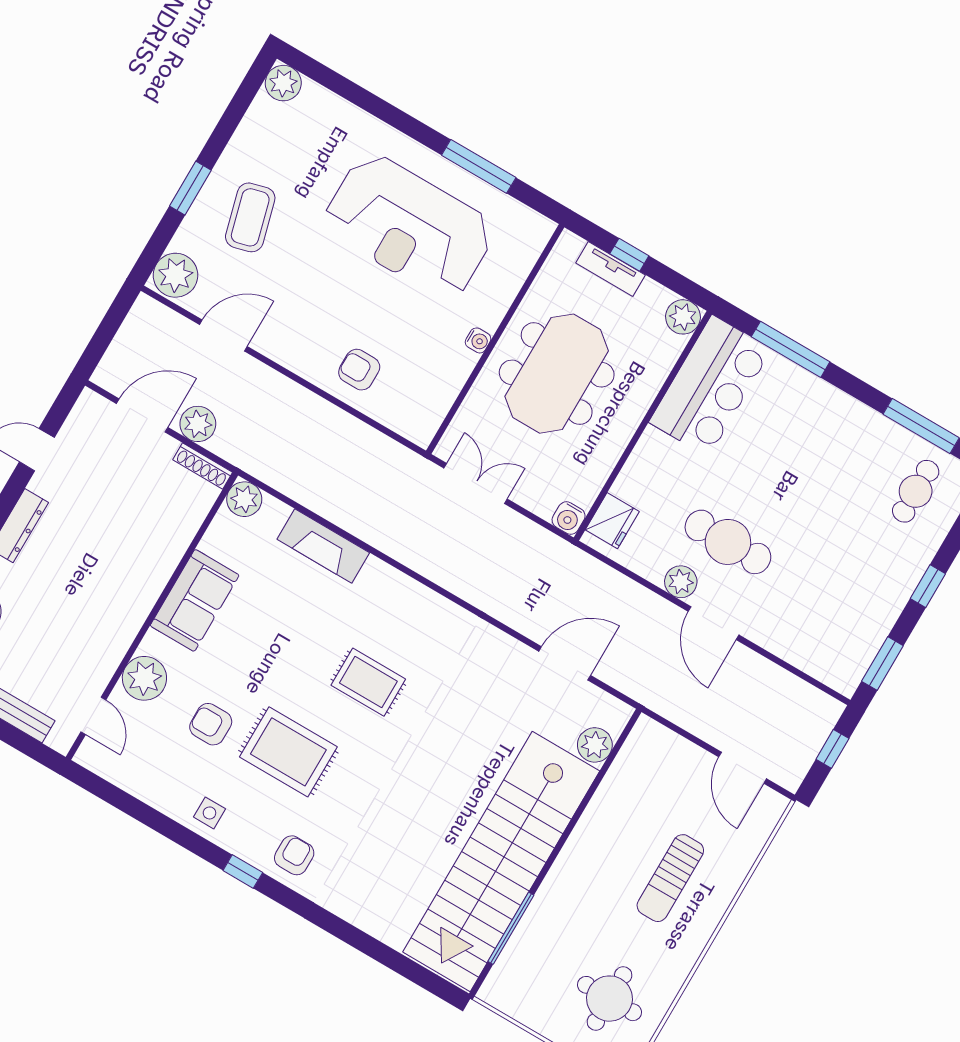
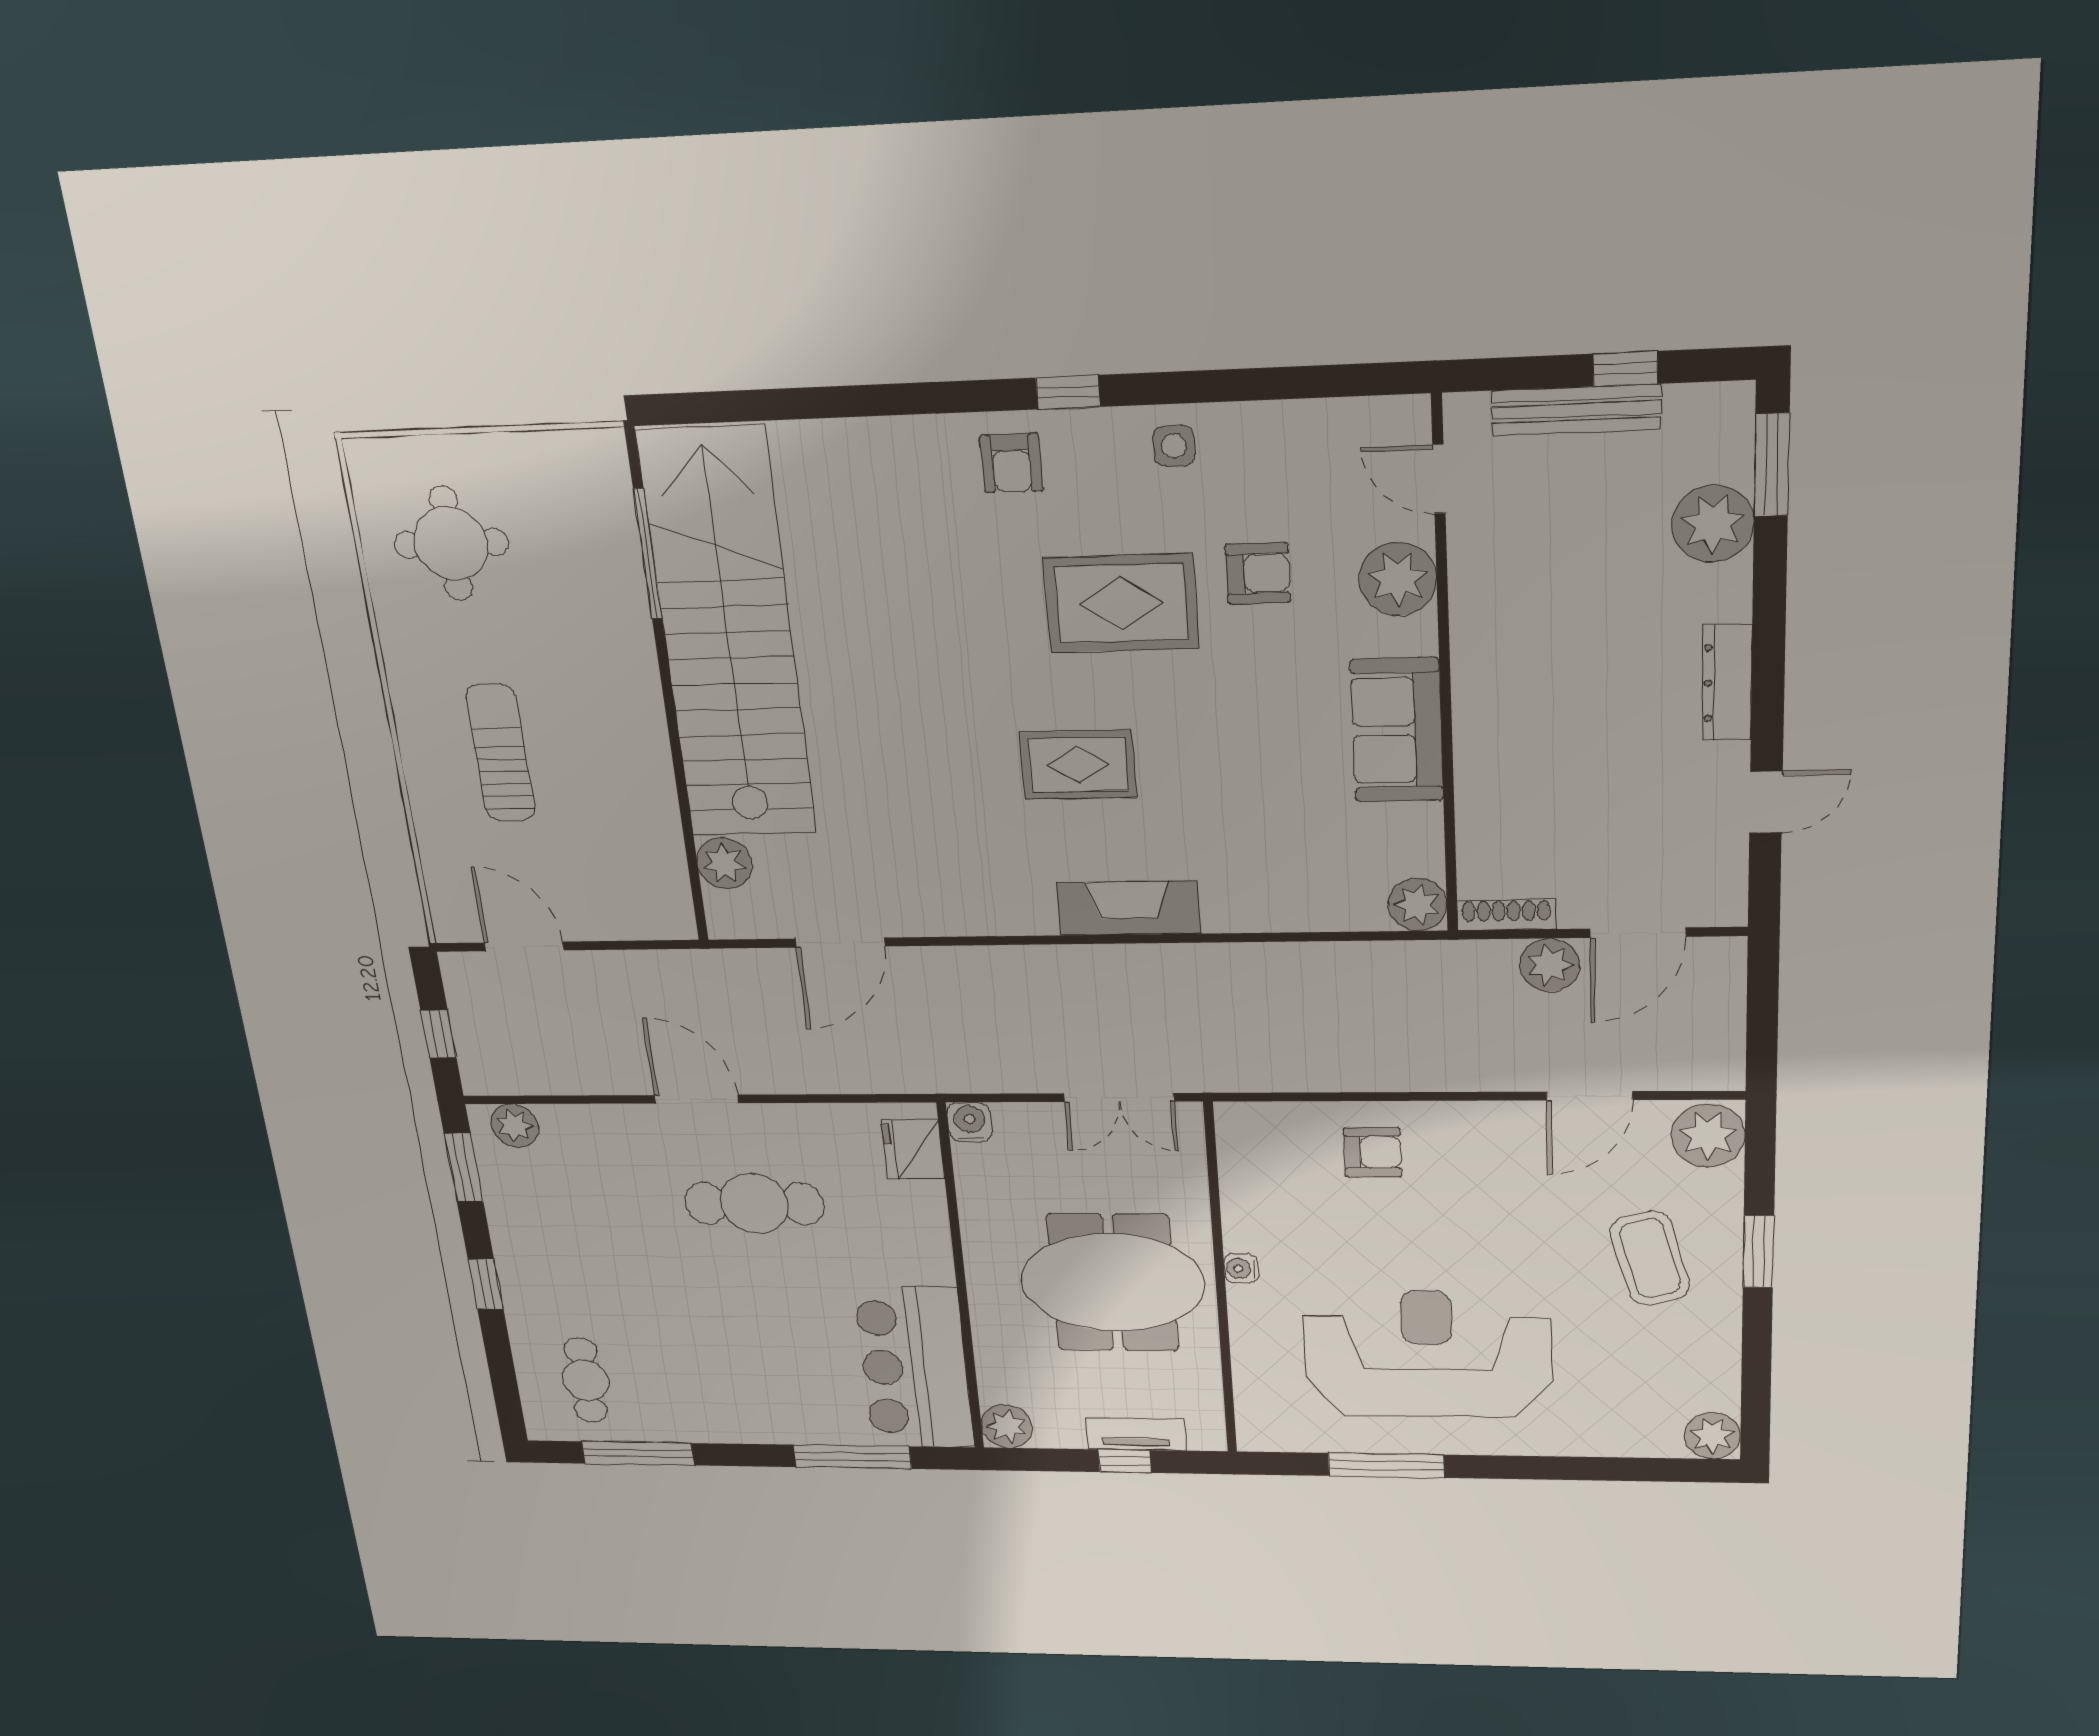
meeting table: (557, 374) -> (1113, 1283), turned 90
fireplace: (323, 546) -> (1128, 908), moved
plant: (681, 582) -> (515, 1126), moved

